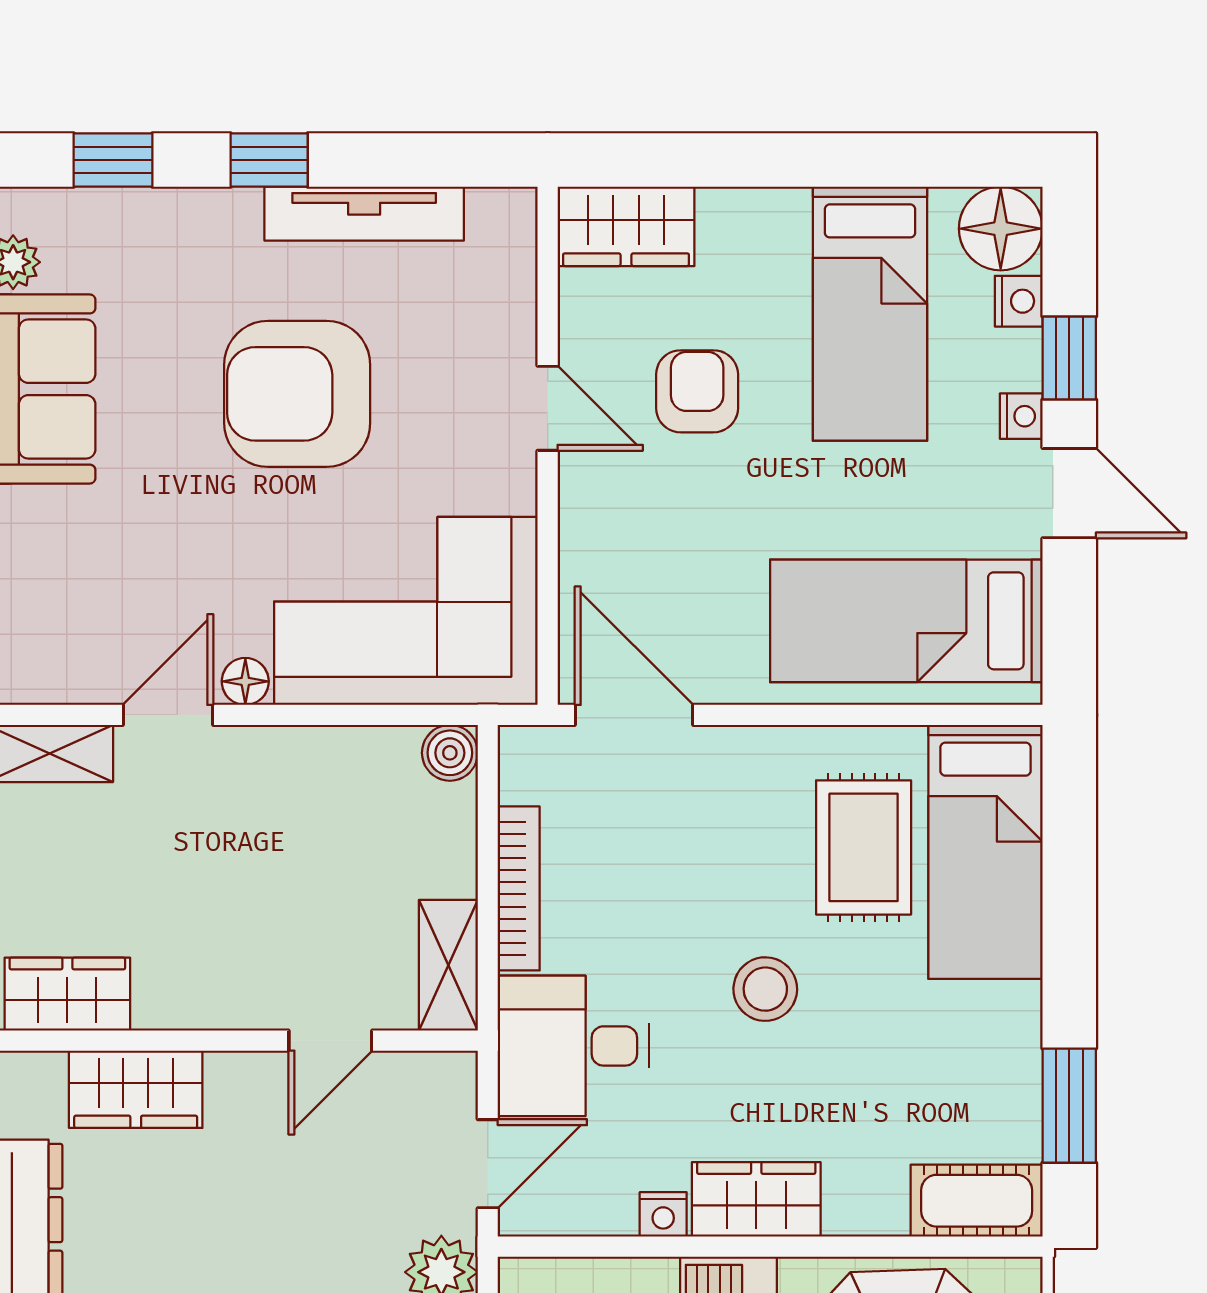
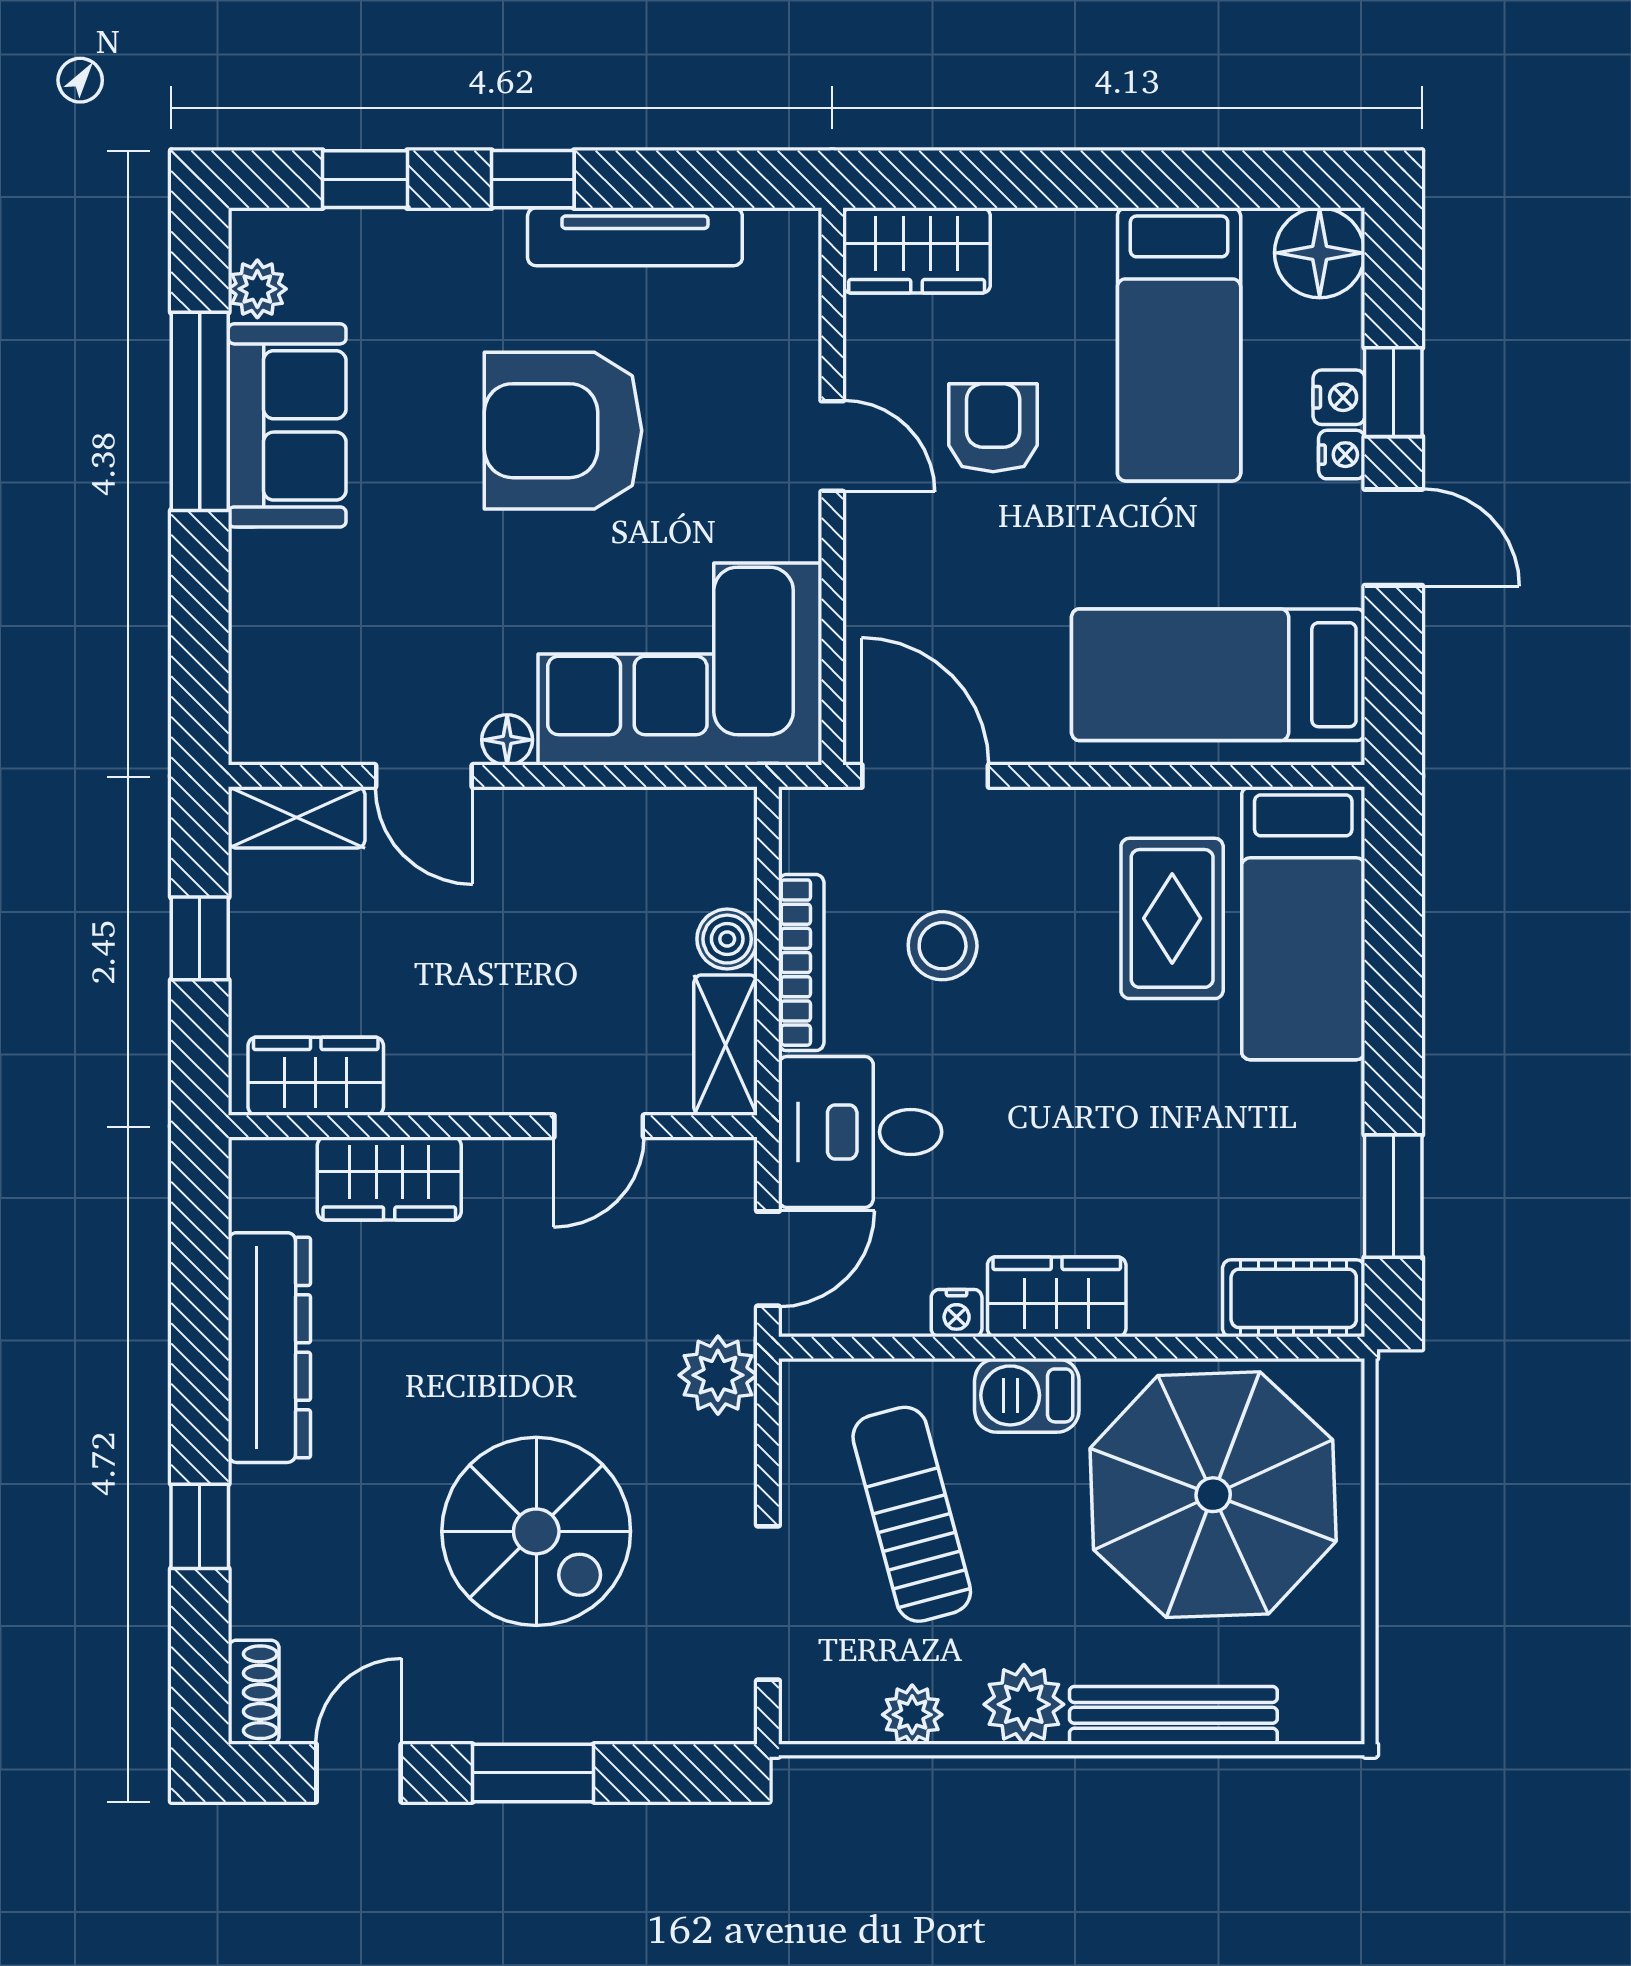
nightstand: (1019, 301) -> (1339, 397), moved
door: (168, 715) -> (424, 776), swing flipped
boiler: (450, 753) -> (727, 939), moved
stool: (765, 989) -> (943, 946), moved

